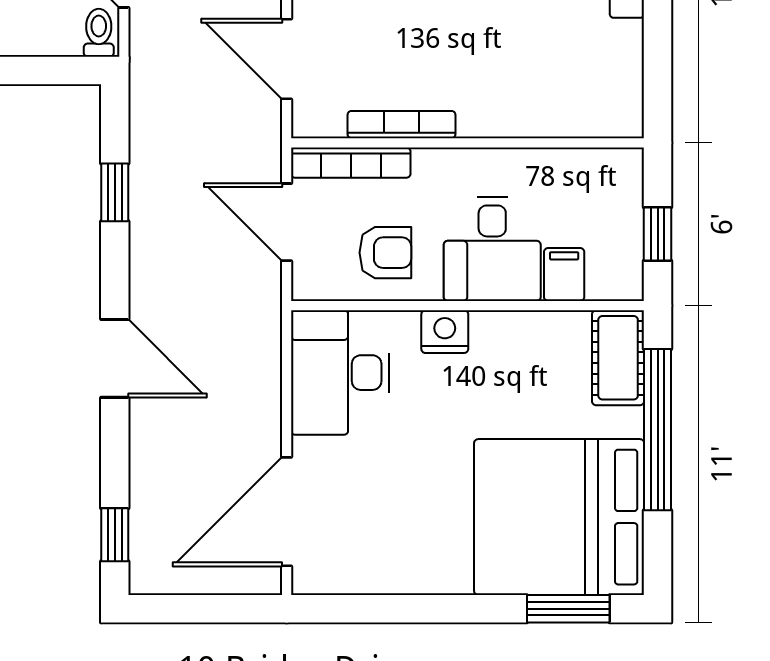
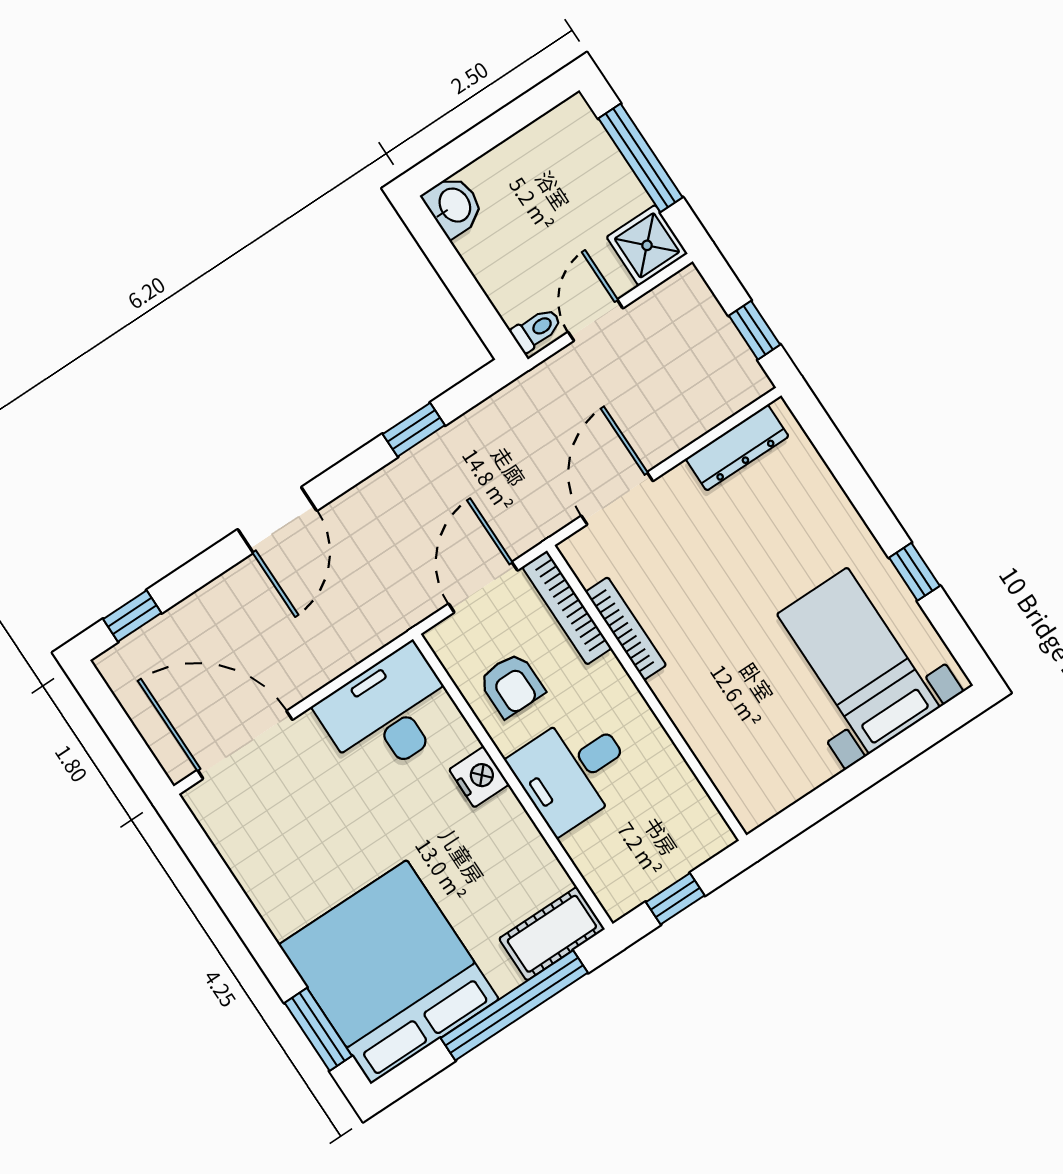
filing cabinet: (564, 274) -> (591, 844), removed

